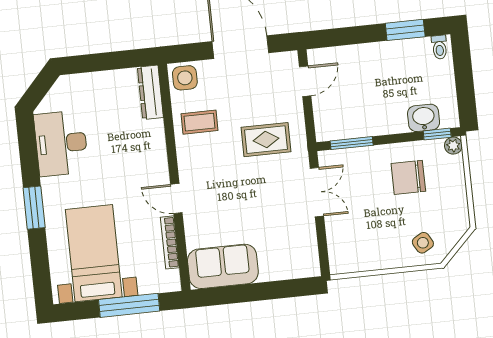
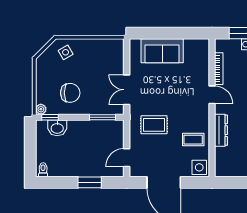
window: (405, 30) -> (90, 182), moved
dresser: (150, 92) -> (221, 130), moved
sofa: (223, 266) -> (162, 51), moved

